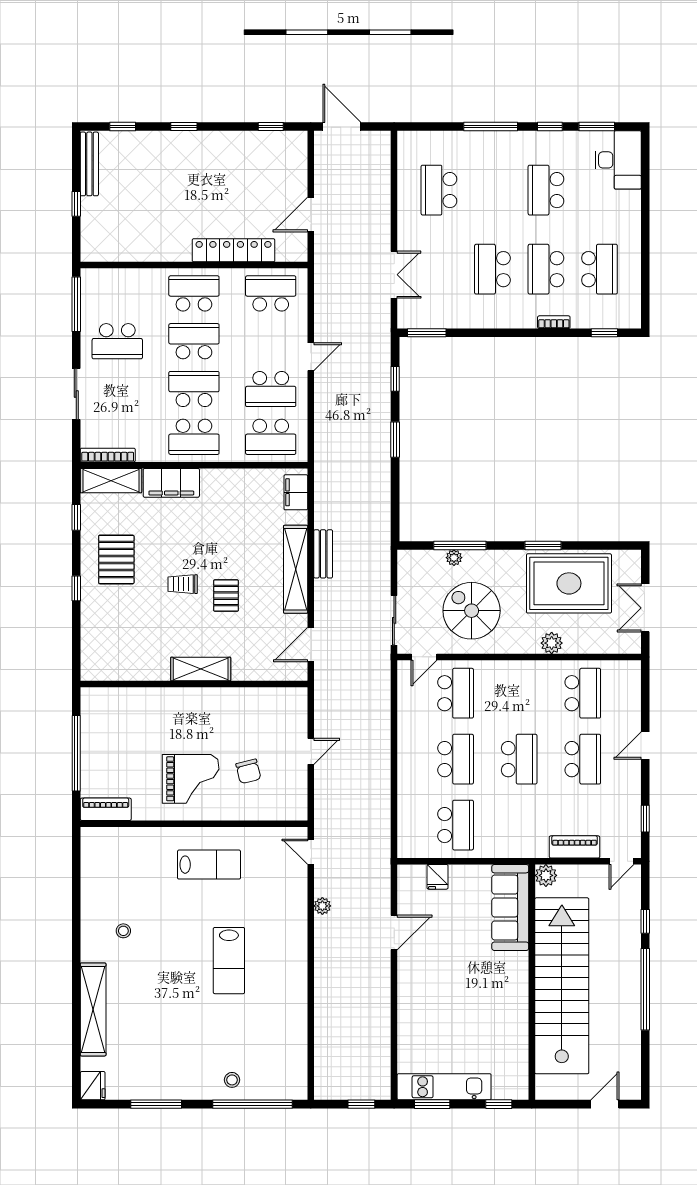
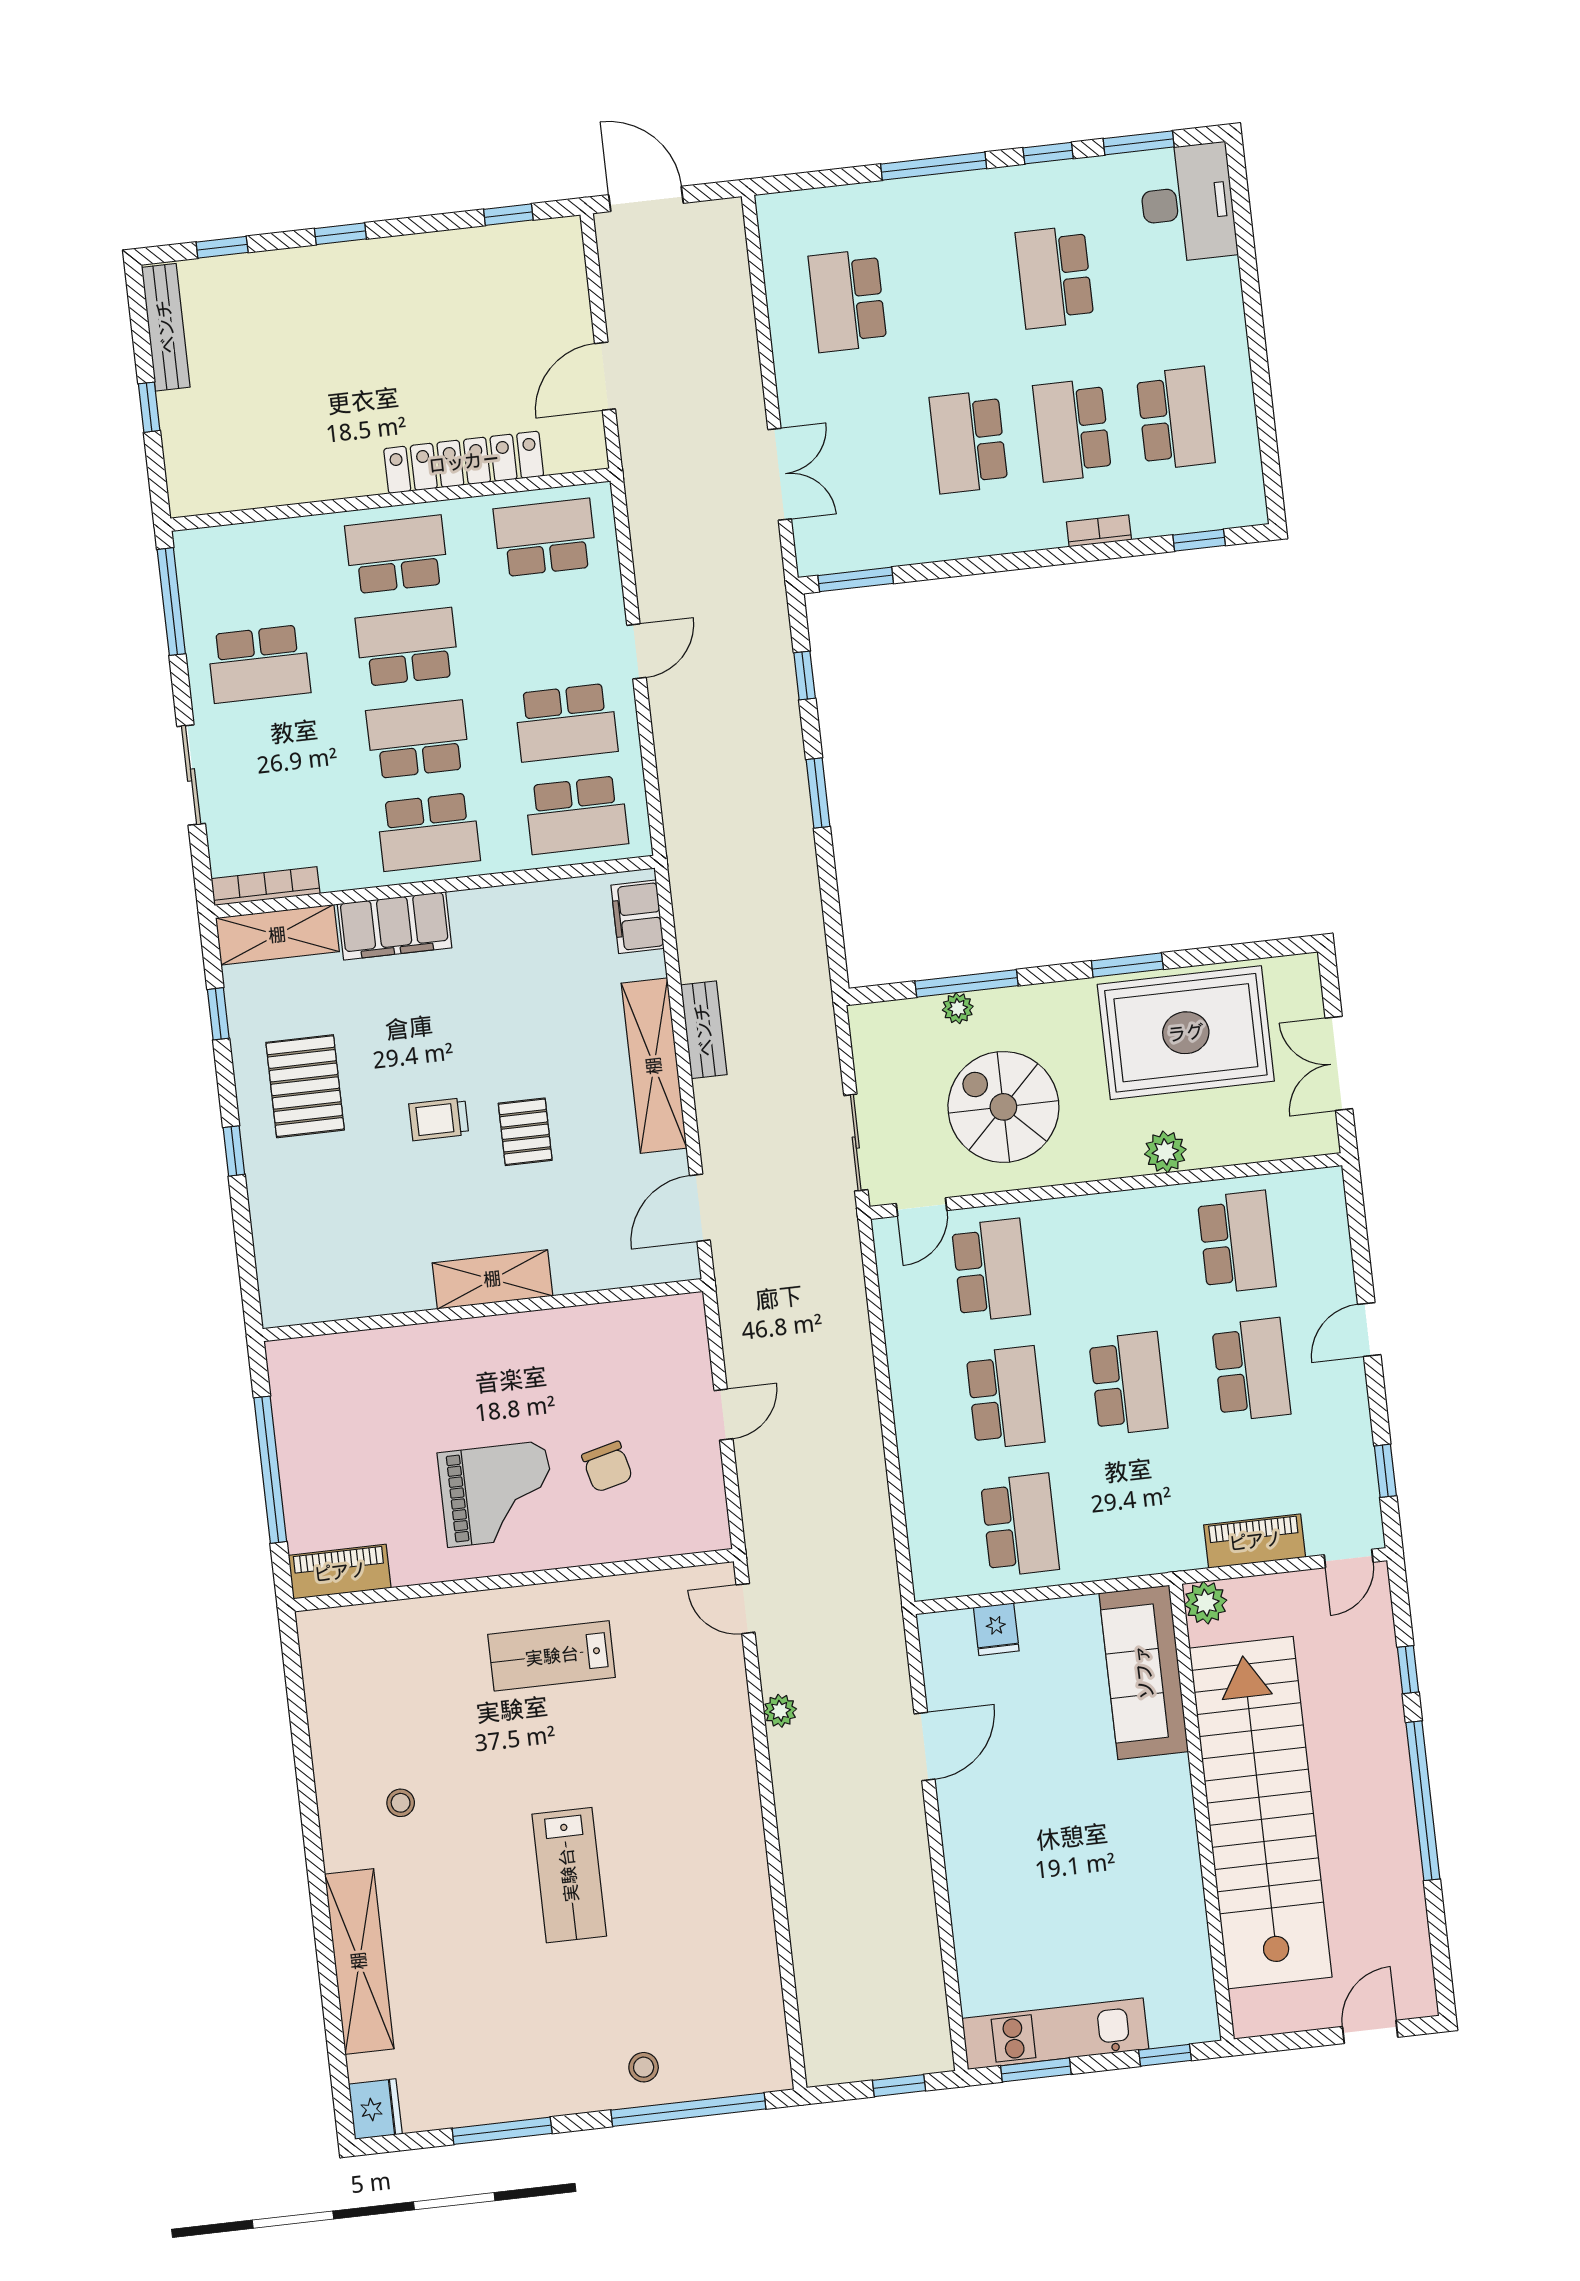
lab bench: (209, 865) -> (552, 1656), turned 180
lab bench: (229, 961) -> (569, 1875), moved

